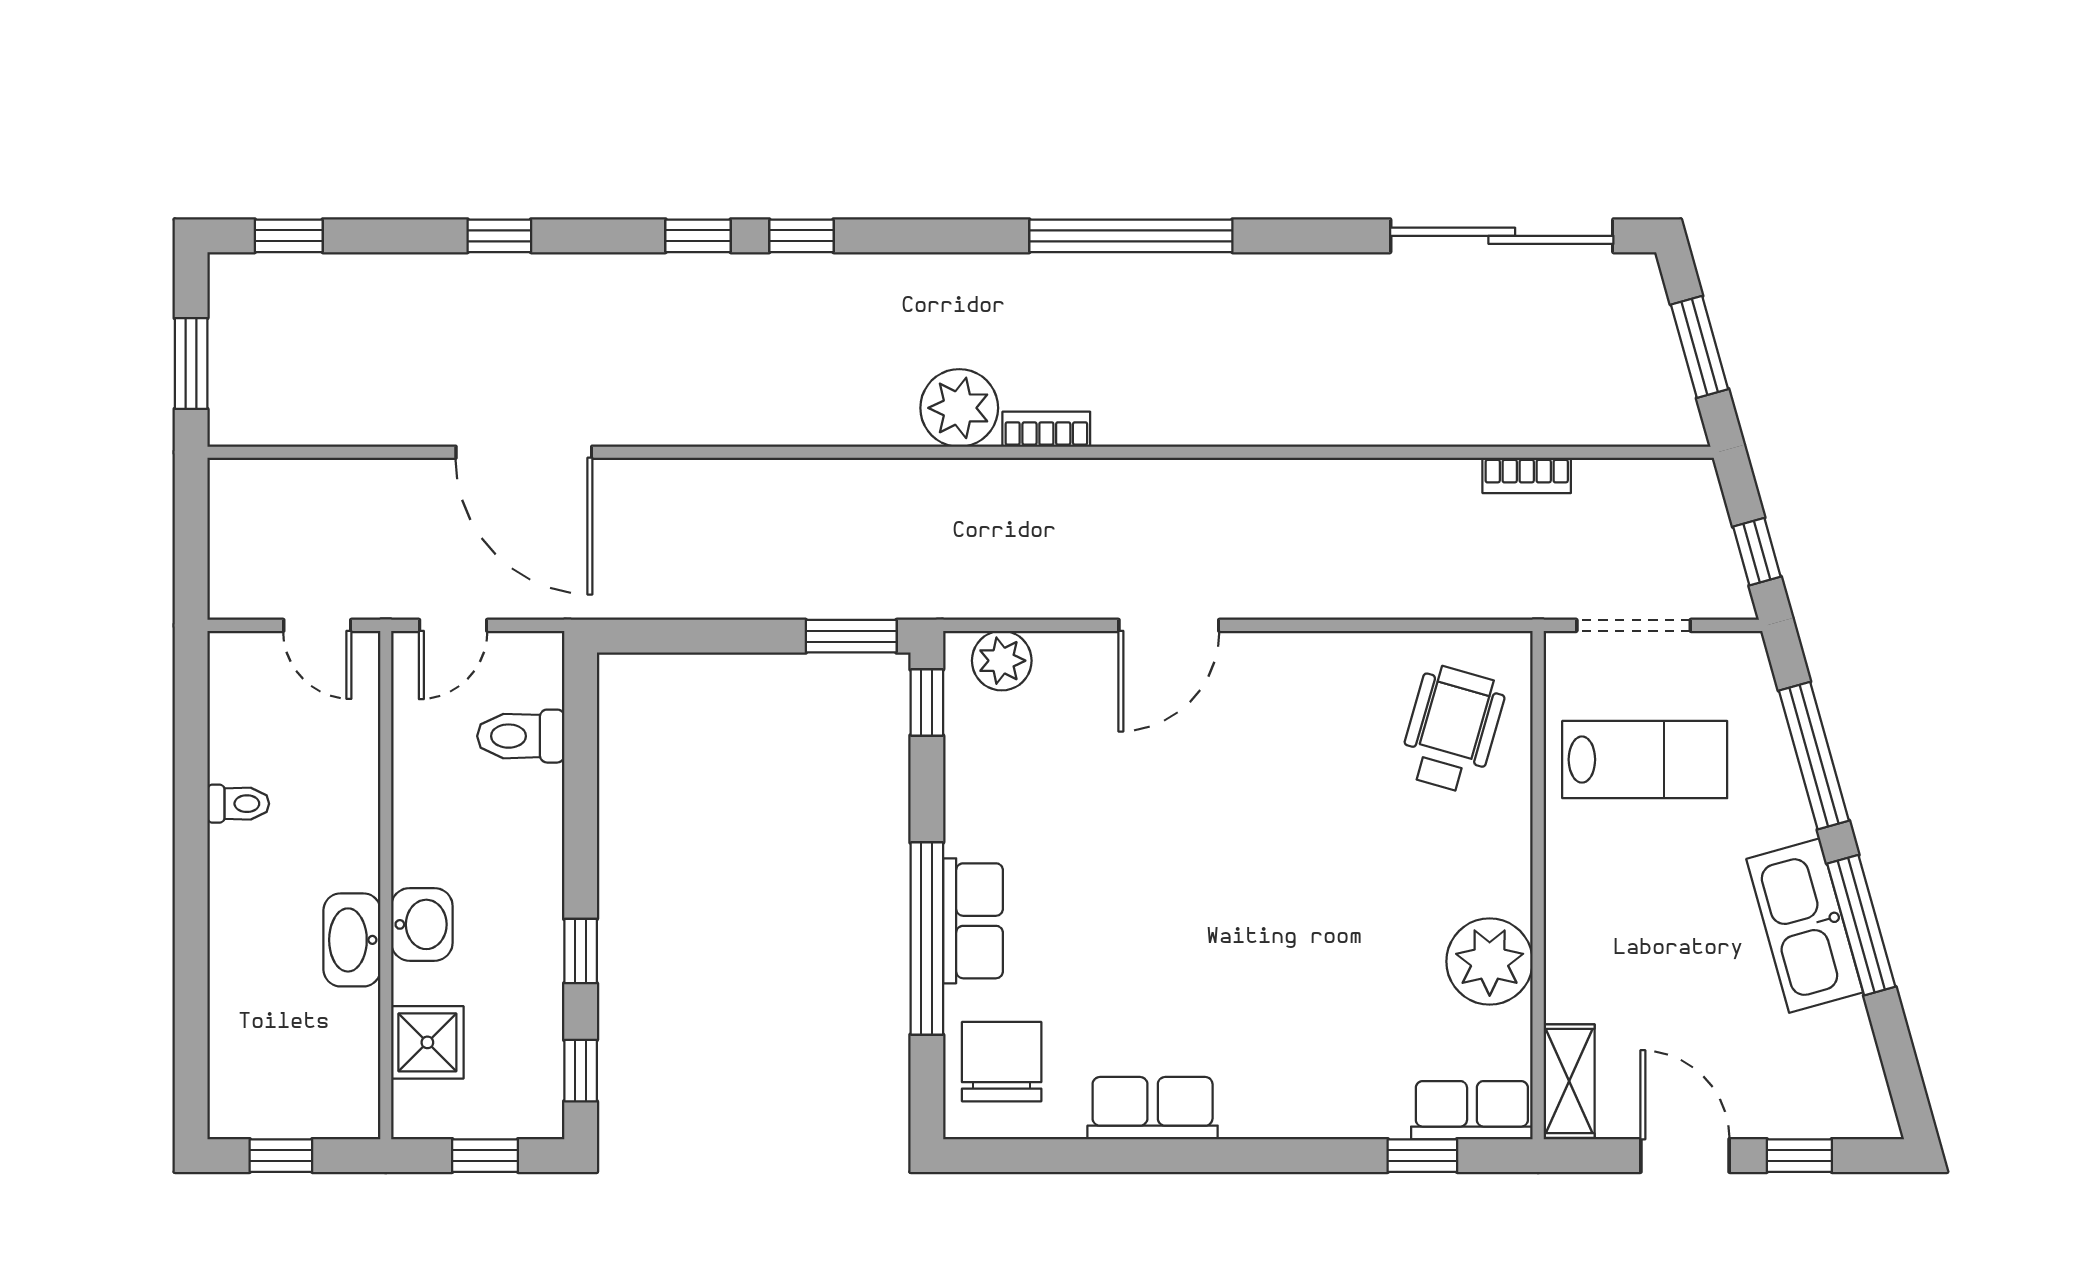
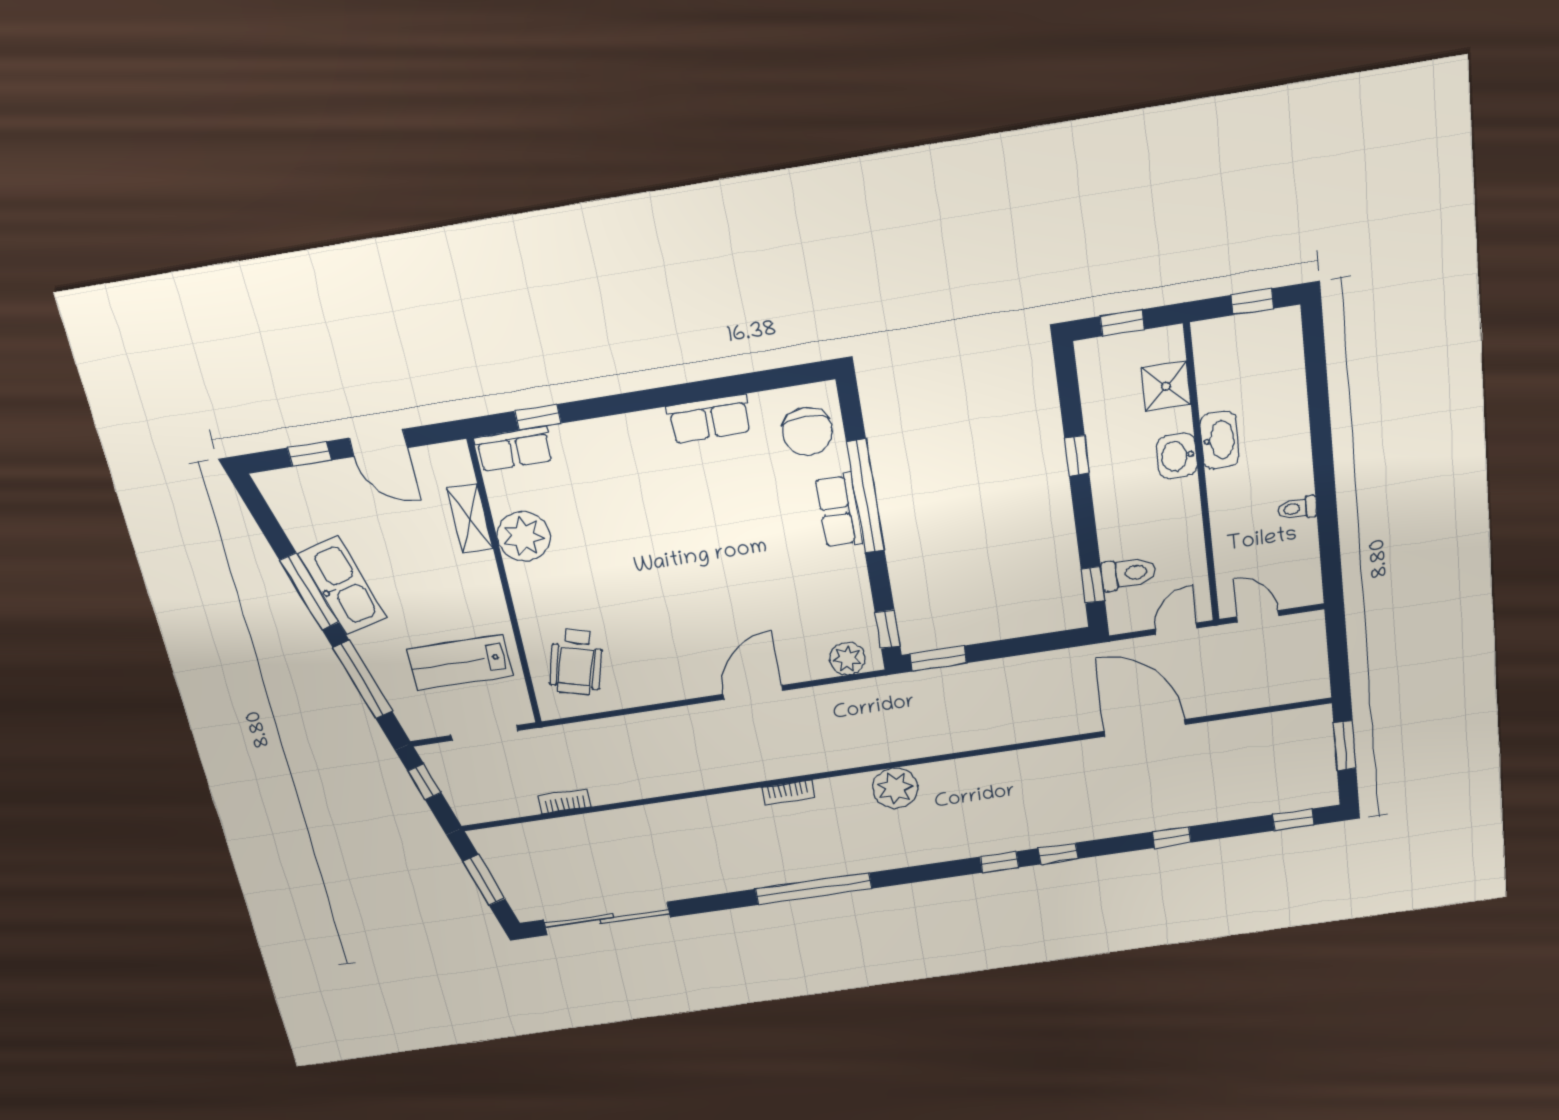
bookcase: (1046, 429) -> (788, 793), moved
window: (581, 1071) -> (1093, 585), moved
shelving: (1569, 1081) -> (470, 519), moved

